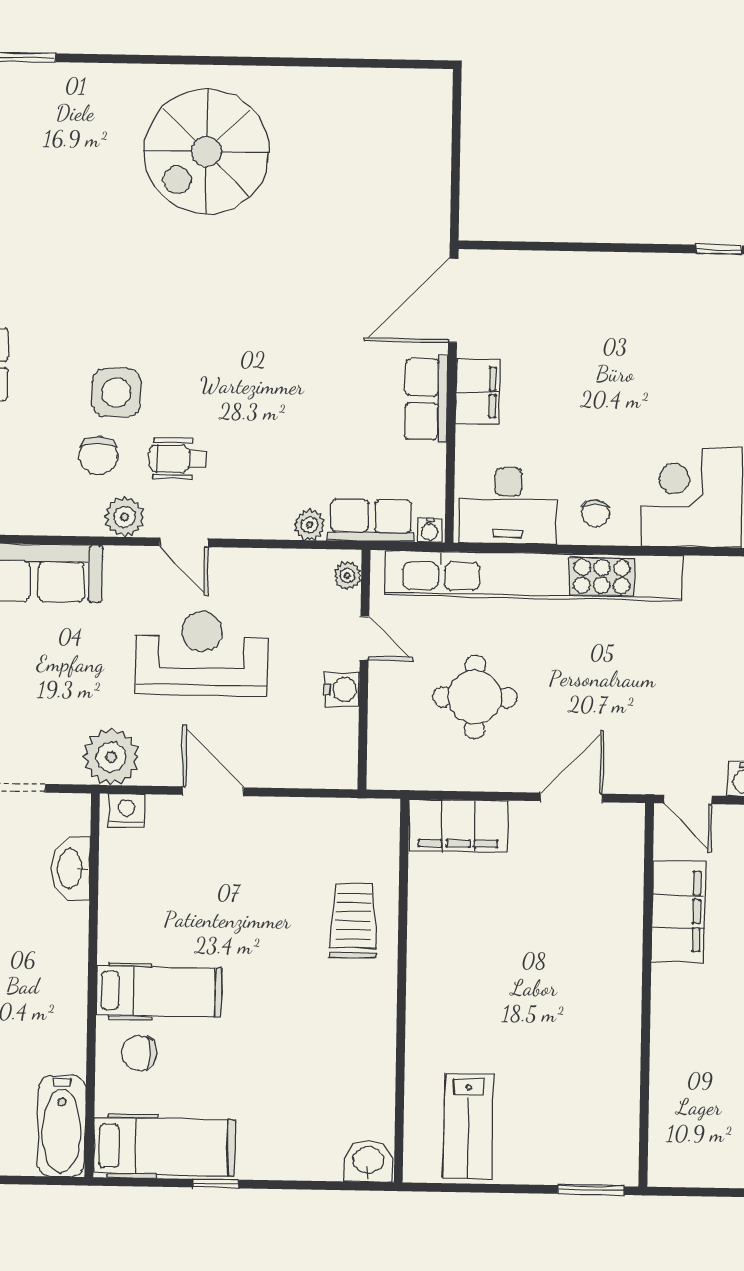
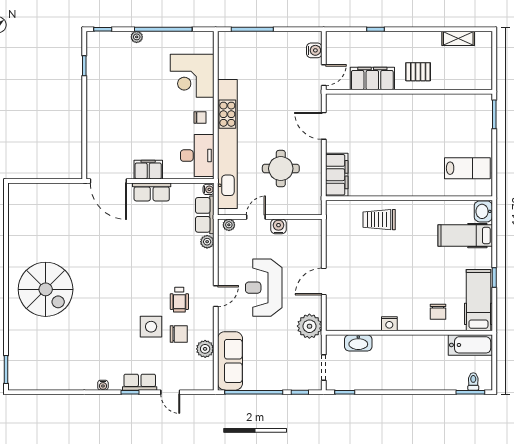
plant: (125, 517) -> (205, 349), moved
nightstand: (126, 810) -> (389, 324), moved, turned -90
hospital bed: (159, 991) -> (465, 236), moved, turned -90
pallet: (692, 1017) -> (418, 72), added

